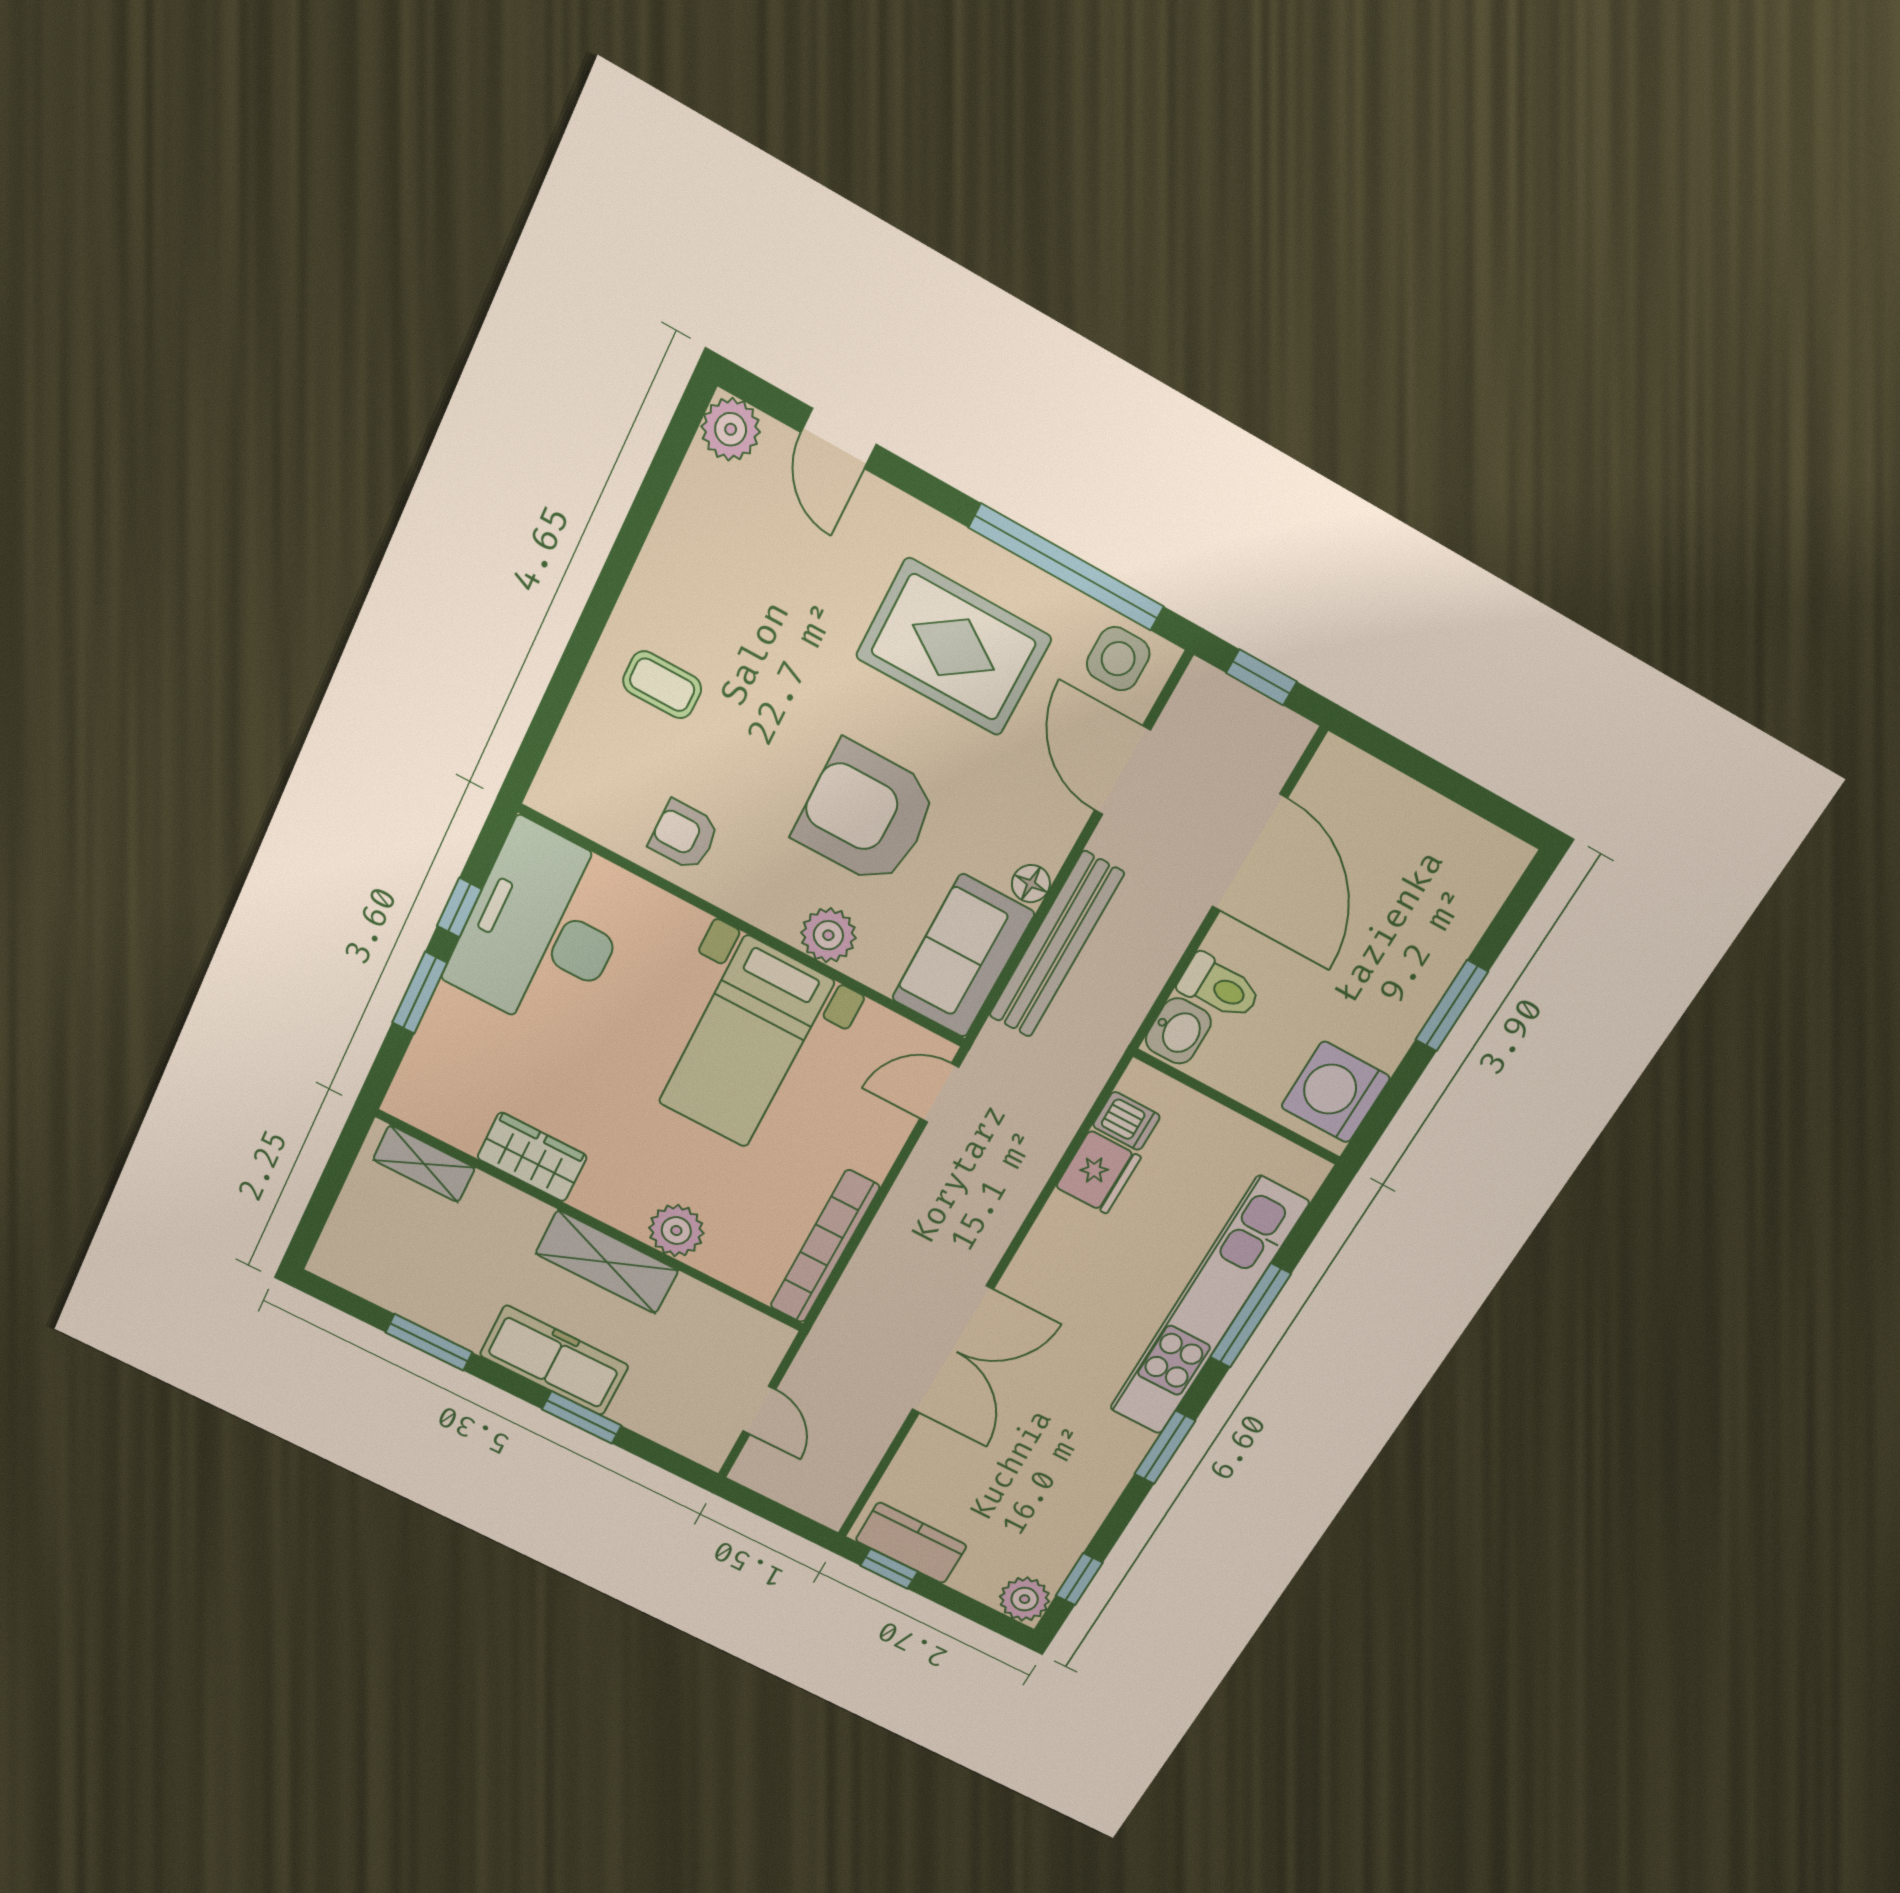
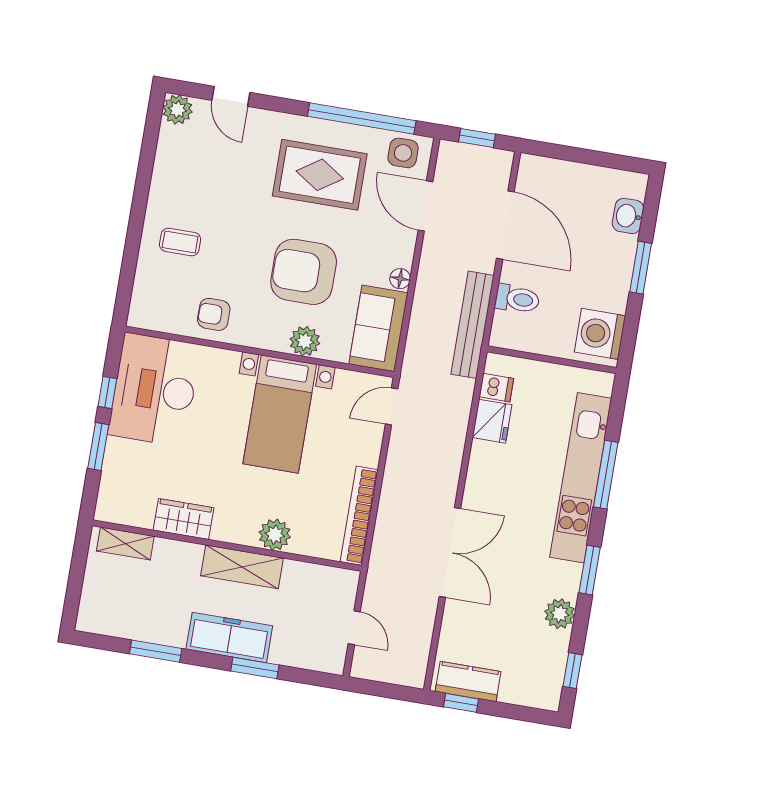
bench: (1056, 945) -> (472, 325), moved
washbasin: (1178, 1031) -> (628, 216), moved, turned 180
plant: (1025, 1599) -> (560, 614), moved

